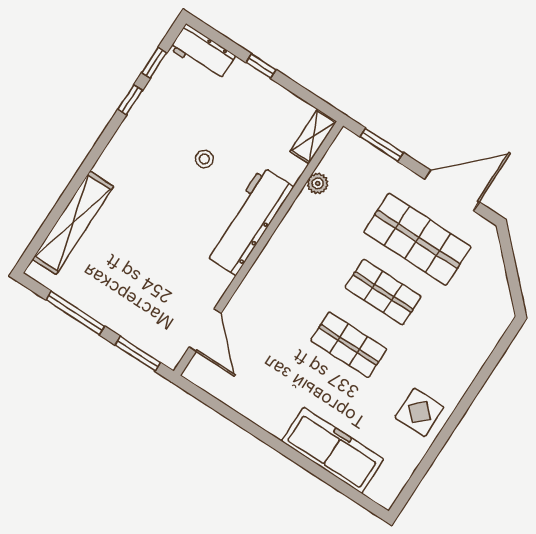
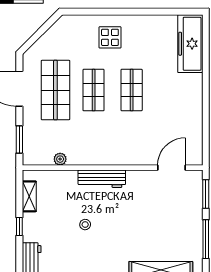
shelving: (313, 136) -> (29, 196), moved, turned 90
workbench: (249, 221) -> (102, 179), width x0.73, depth x0.76
display table: (419, 412) -> (110, 37), moved
freezer: (333, 450) -> (190, 44), moved

